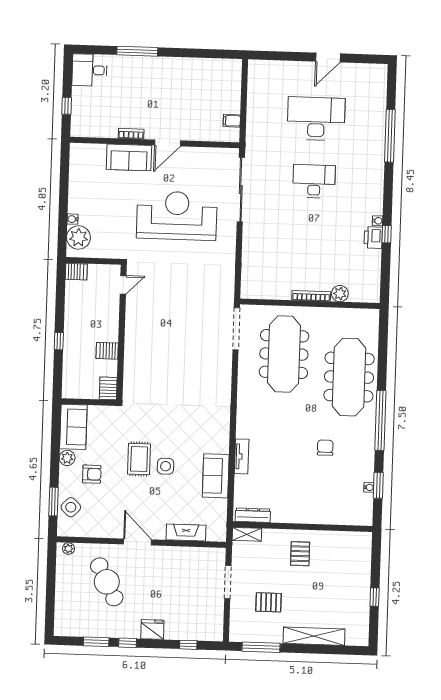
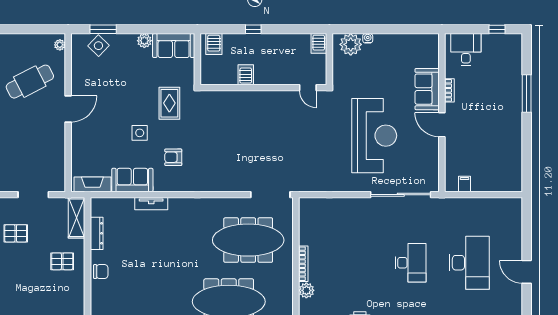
desk: (90, 70) -> (466, 50), moved
window: (67, 106) -> (497, 29), moved
server rack: (108, 388) -> (214, 44), moved, turned 90
chair: (325, 448) -> (101, 272), moved
rug: (139, 459) -> (169, 103), moved, turned 90
armchair: (92, 474) -> (173, 157), moved, turned 90
dresser: (253, 515) -> (97, 233), moved
fireplace: (186, 533) -> (92, 184), moved, turned -90
shelving: (247, 534) -> (77, 218), width x1.50, depth x1.33
pallet: (269, 602) -> (16, 233), turned 90

